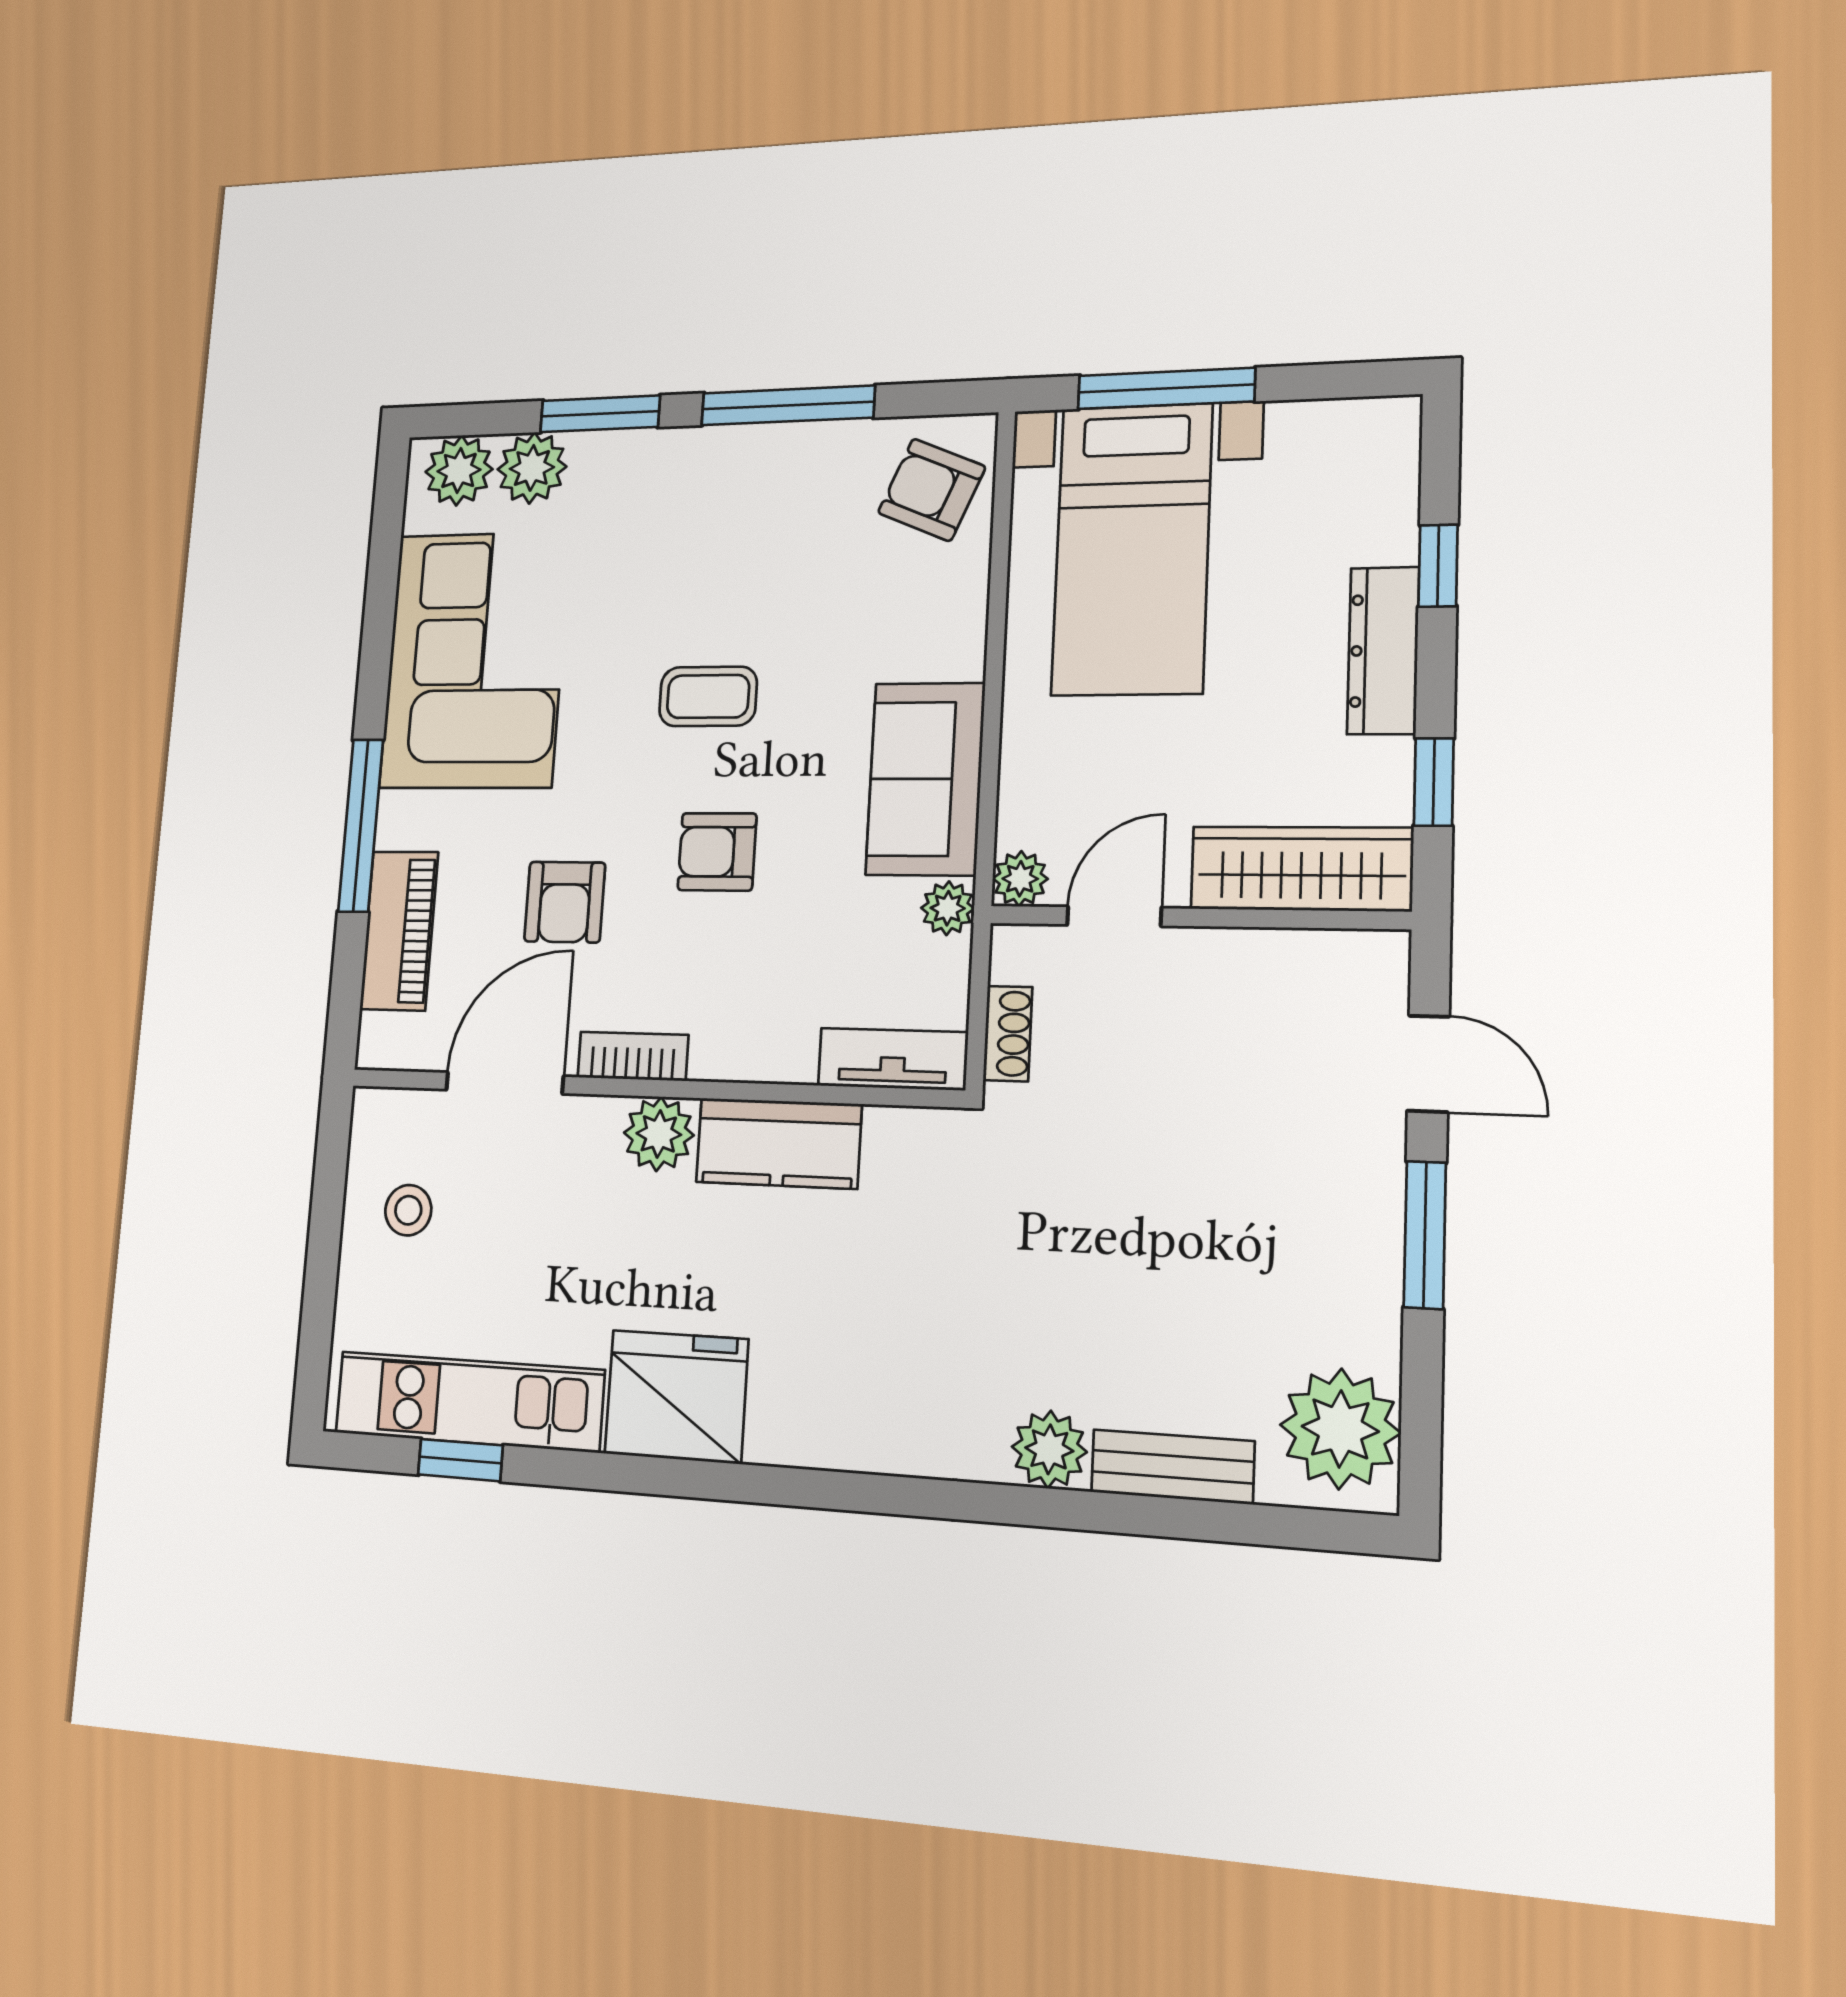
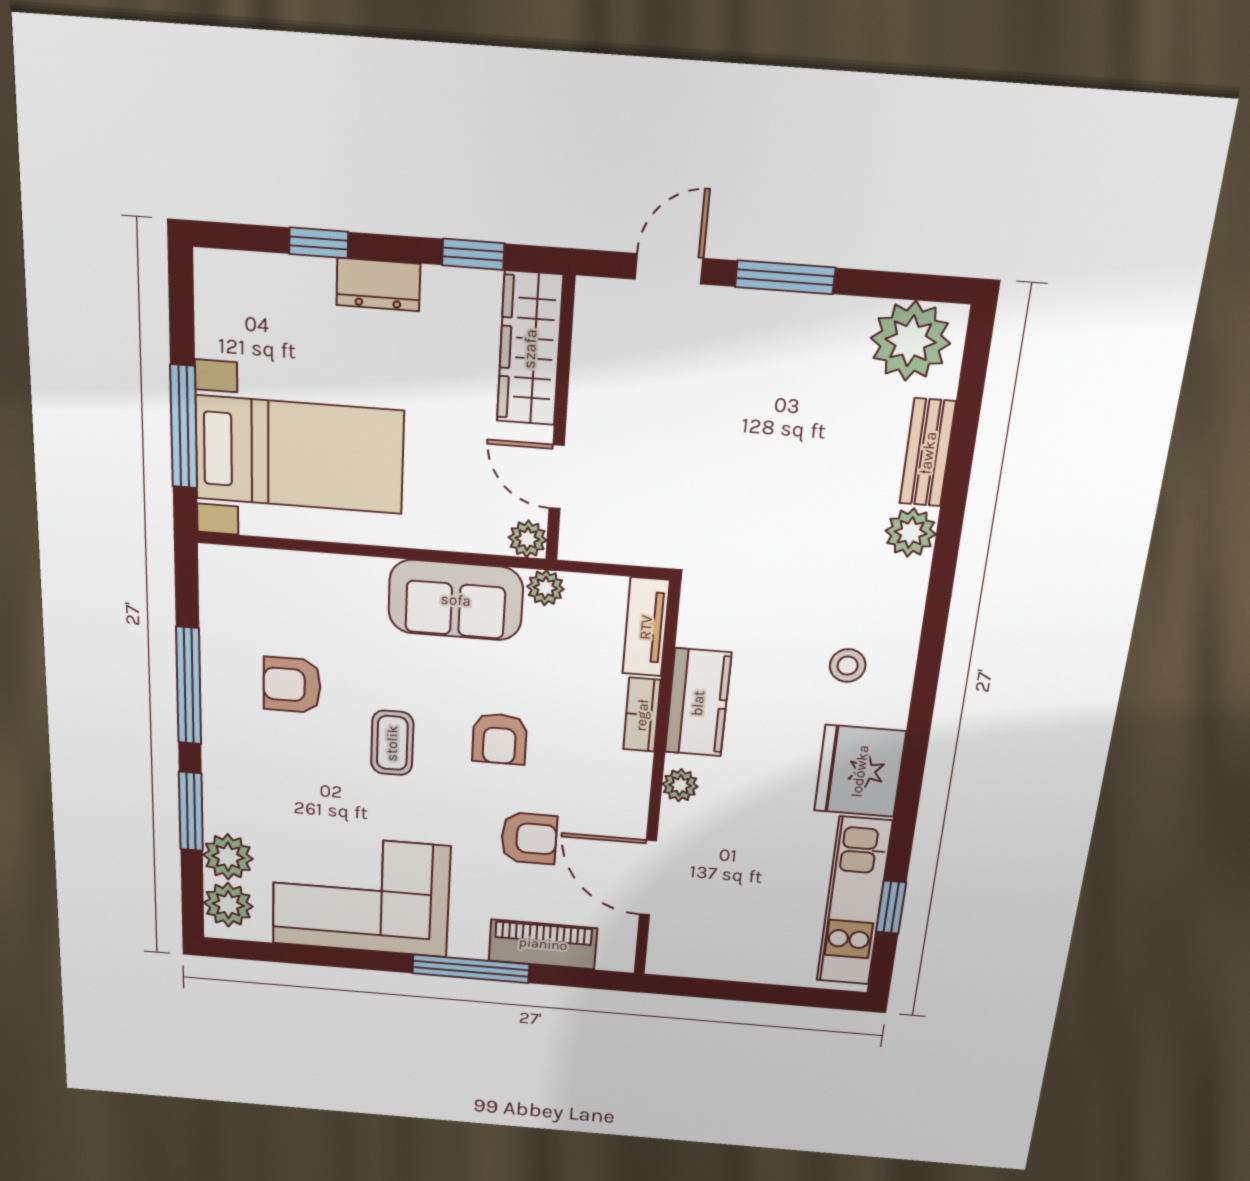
armchair: (932, 490) -> (292, 685), moved, turned 67
dresser: (1383, 651) -> (378, 285), width x0.70
shoe rack: (1008, 1034) -> (633, 551), removed
bookcase: (633, 1056) -> (642, 715), moved
plant: (659, 1134) -> (680, 785), width x0.73, depth x0.73
stool: (408, 1210) -> (848, 666), moved

